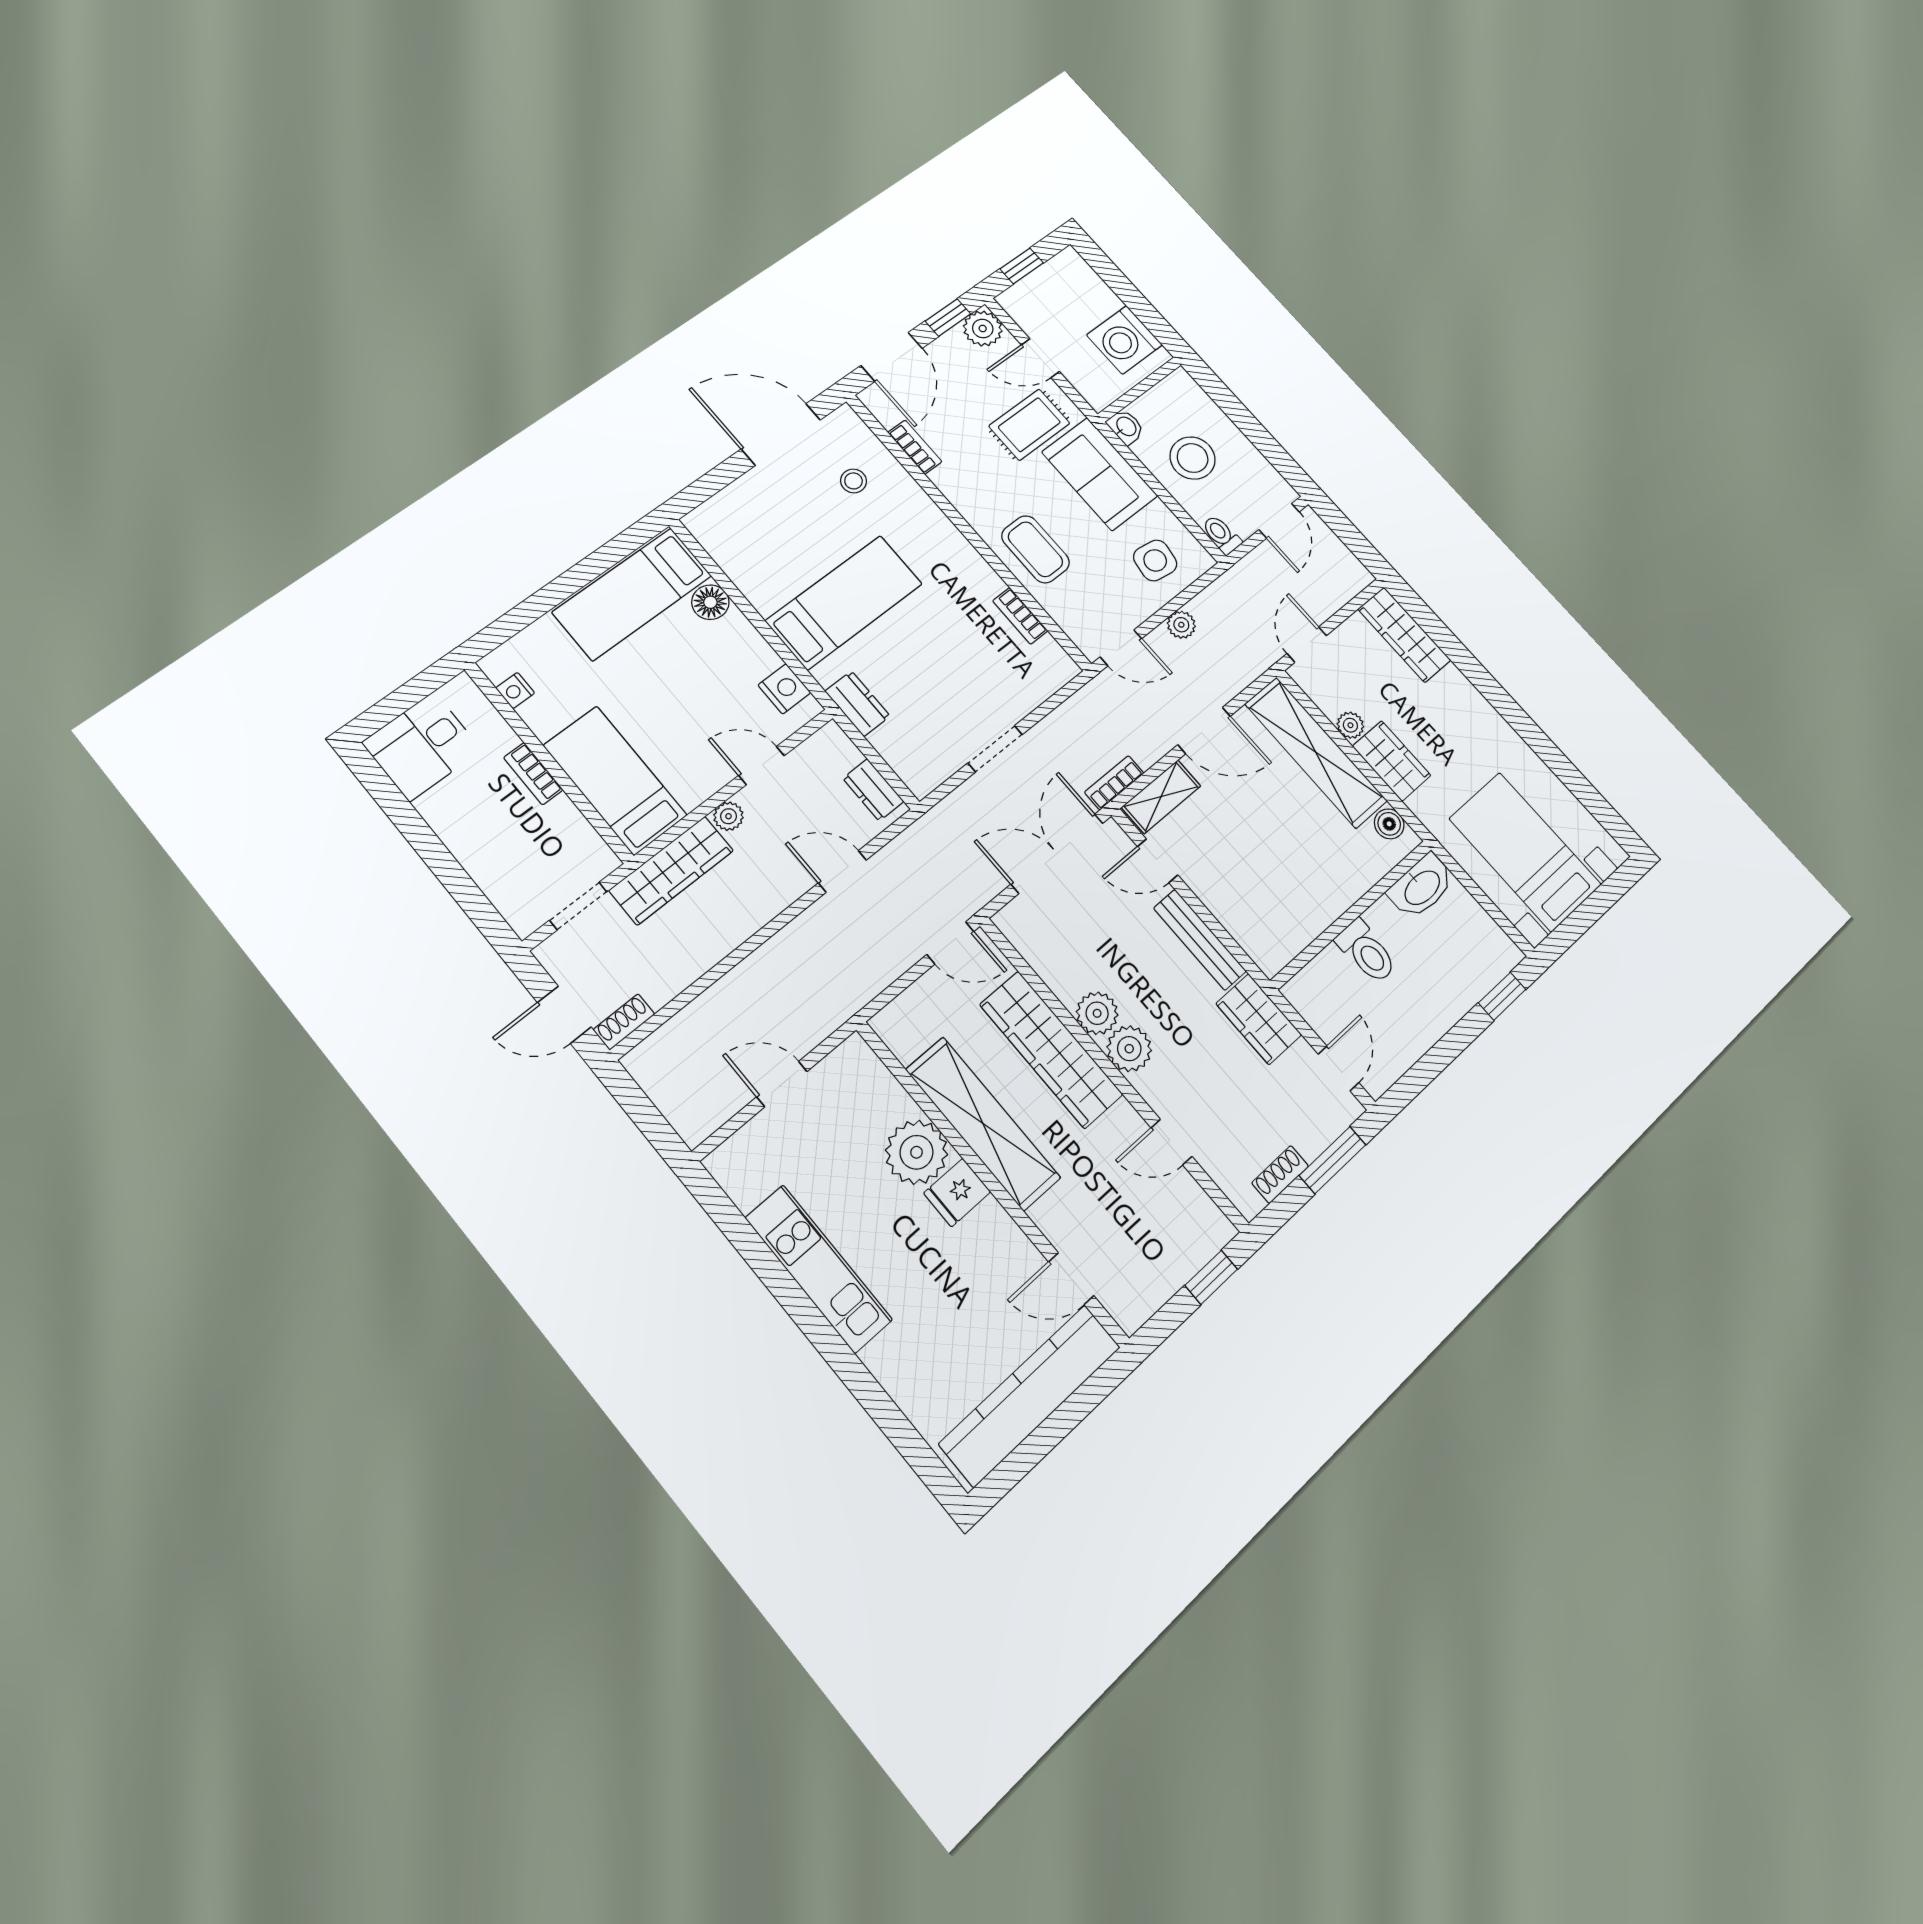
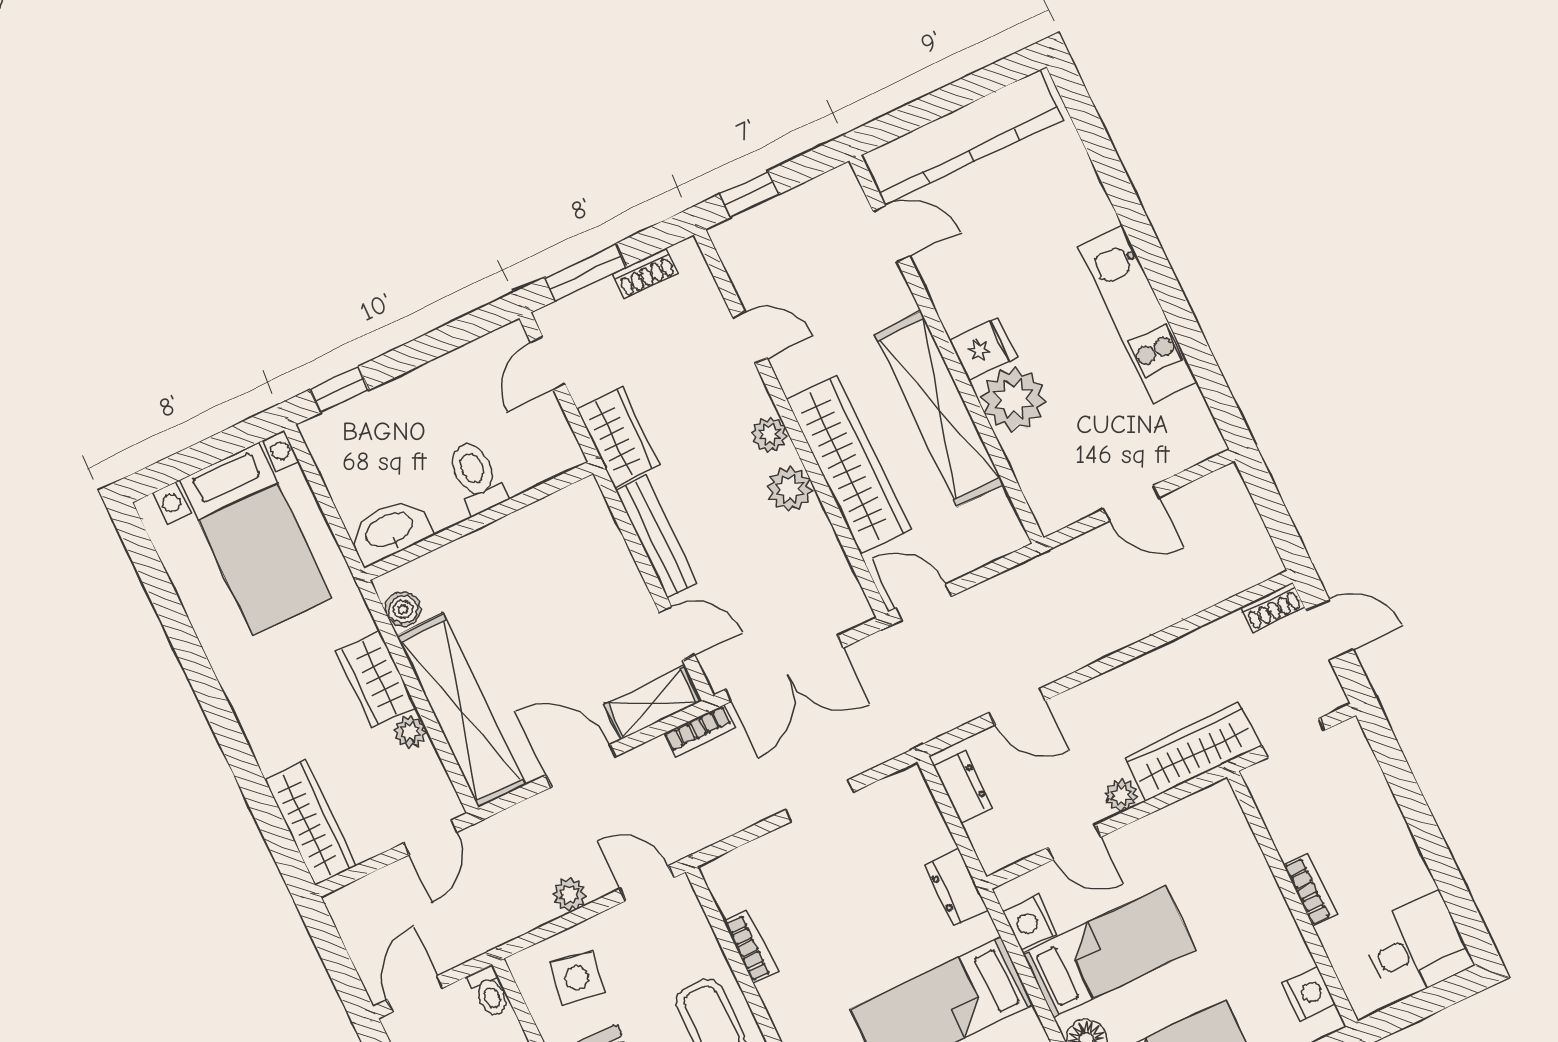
nightstand: (515, 691) -> (1309, 994), width x1.39, depth x1.35
bed: (615, 780) -> (1109, 952), moved, turned -90
plant: (1129, 1049) -> (769, 434), width x0.73, depth x0.73

